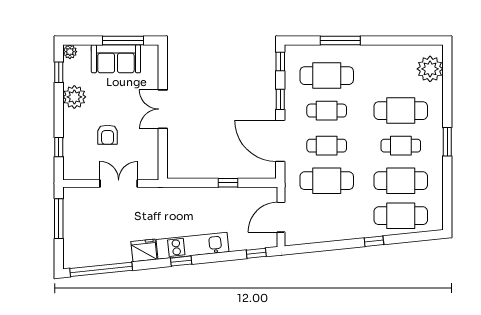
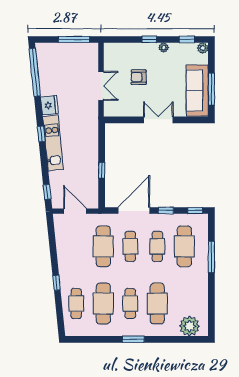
sofa: (116, 59) -> (197, 91), width x1.36
plant: (74, 97) -> (164, 47), width x0.53, depth x0.53
window: (59, 147) -> (149, 39), moved
cafe table: (401, 216) -> (76, 304), width x0.73, depth x0.74

